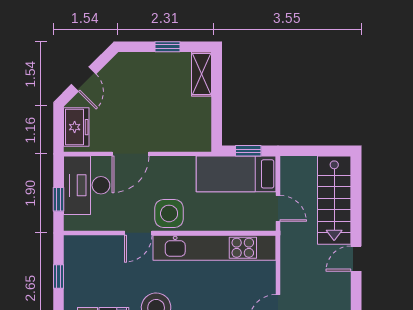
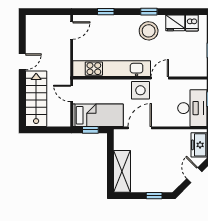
window: (167, 47) -> (154, 196), moved
shelving: (201, 74) -> (122, 171), width x1.50, depth x1.33
door: (130, 154) -> (140, 128), moved

